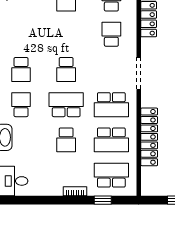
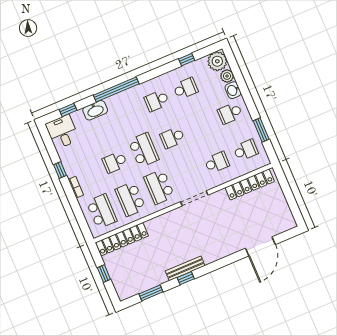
school desk: (21, 105) -> (185, 88), moved
locker: (149, 137) -> (122, 239), moved
window: (103, 200) -> (60, 170), moved

